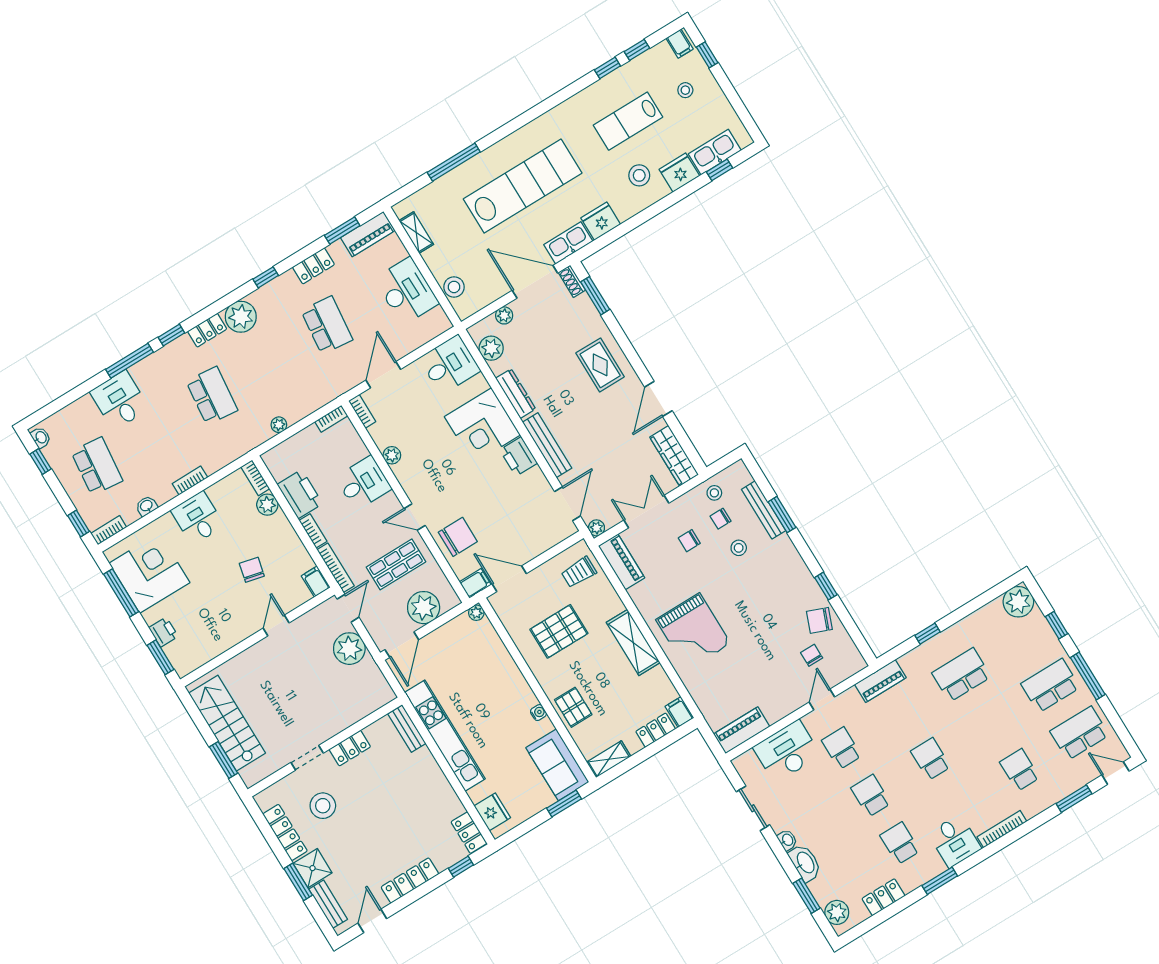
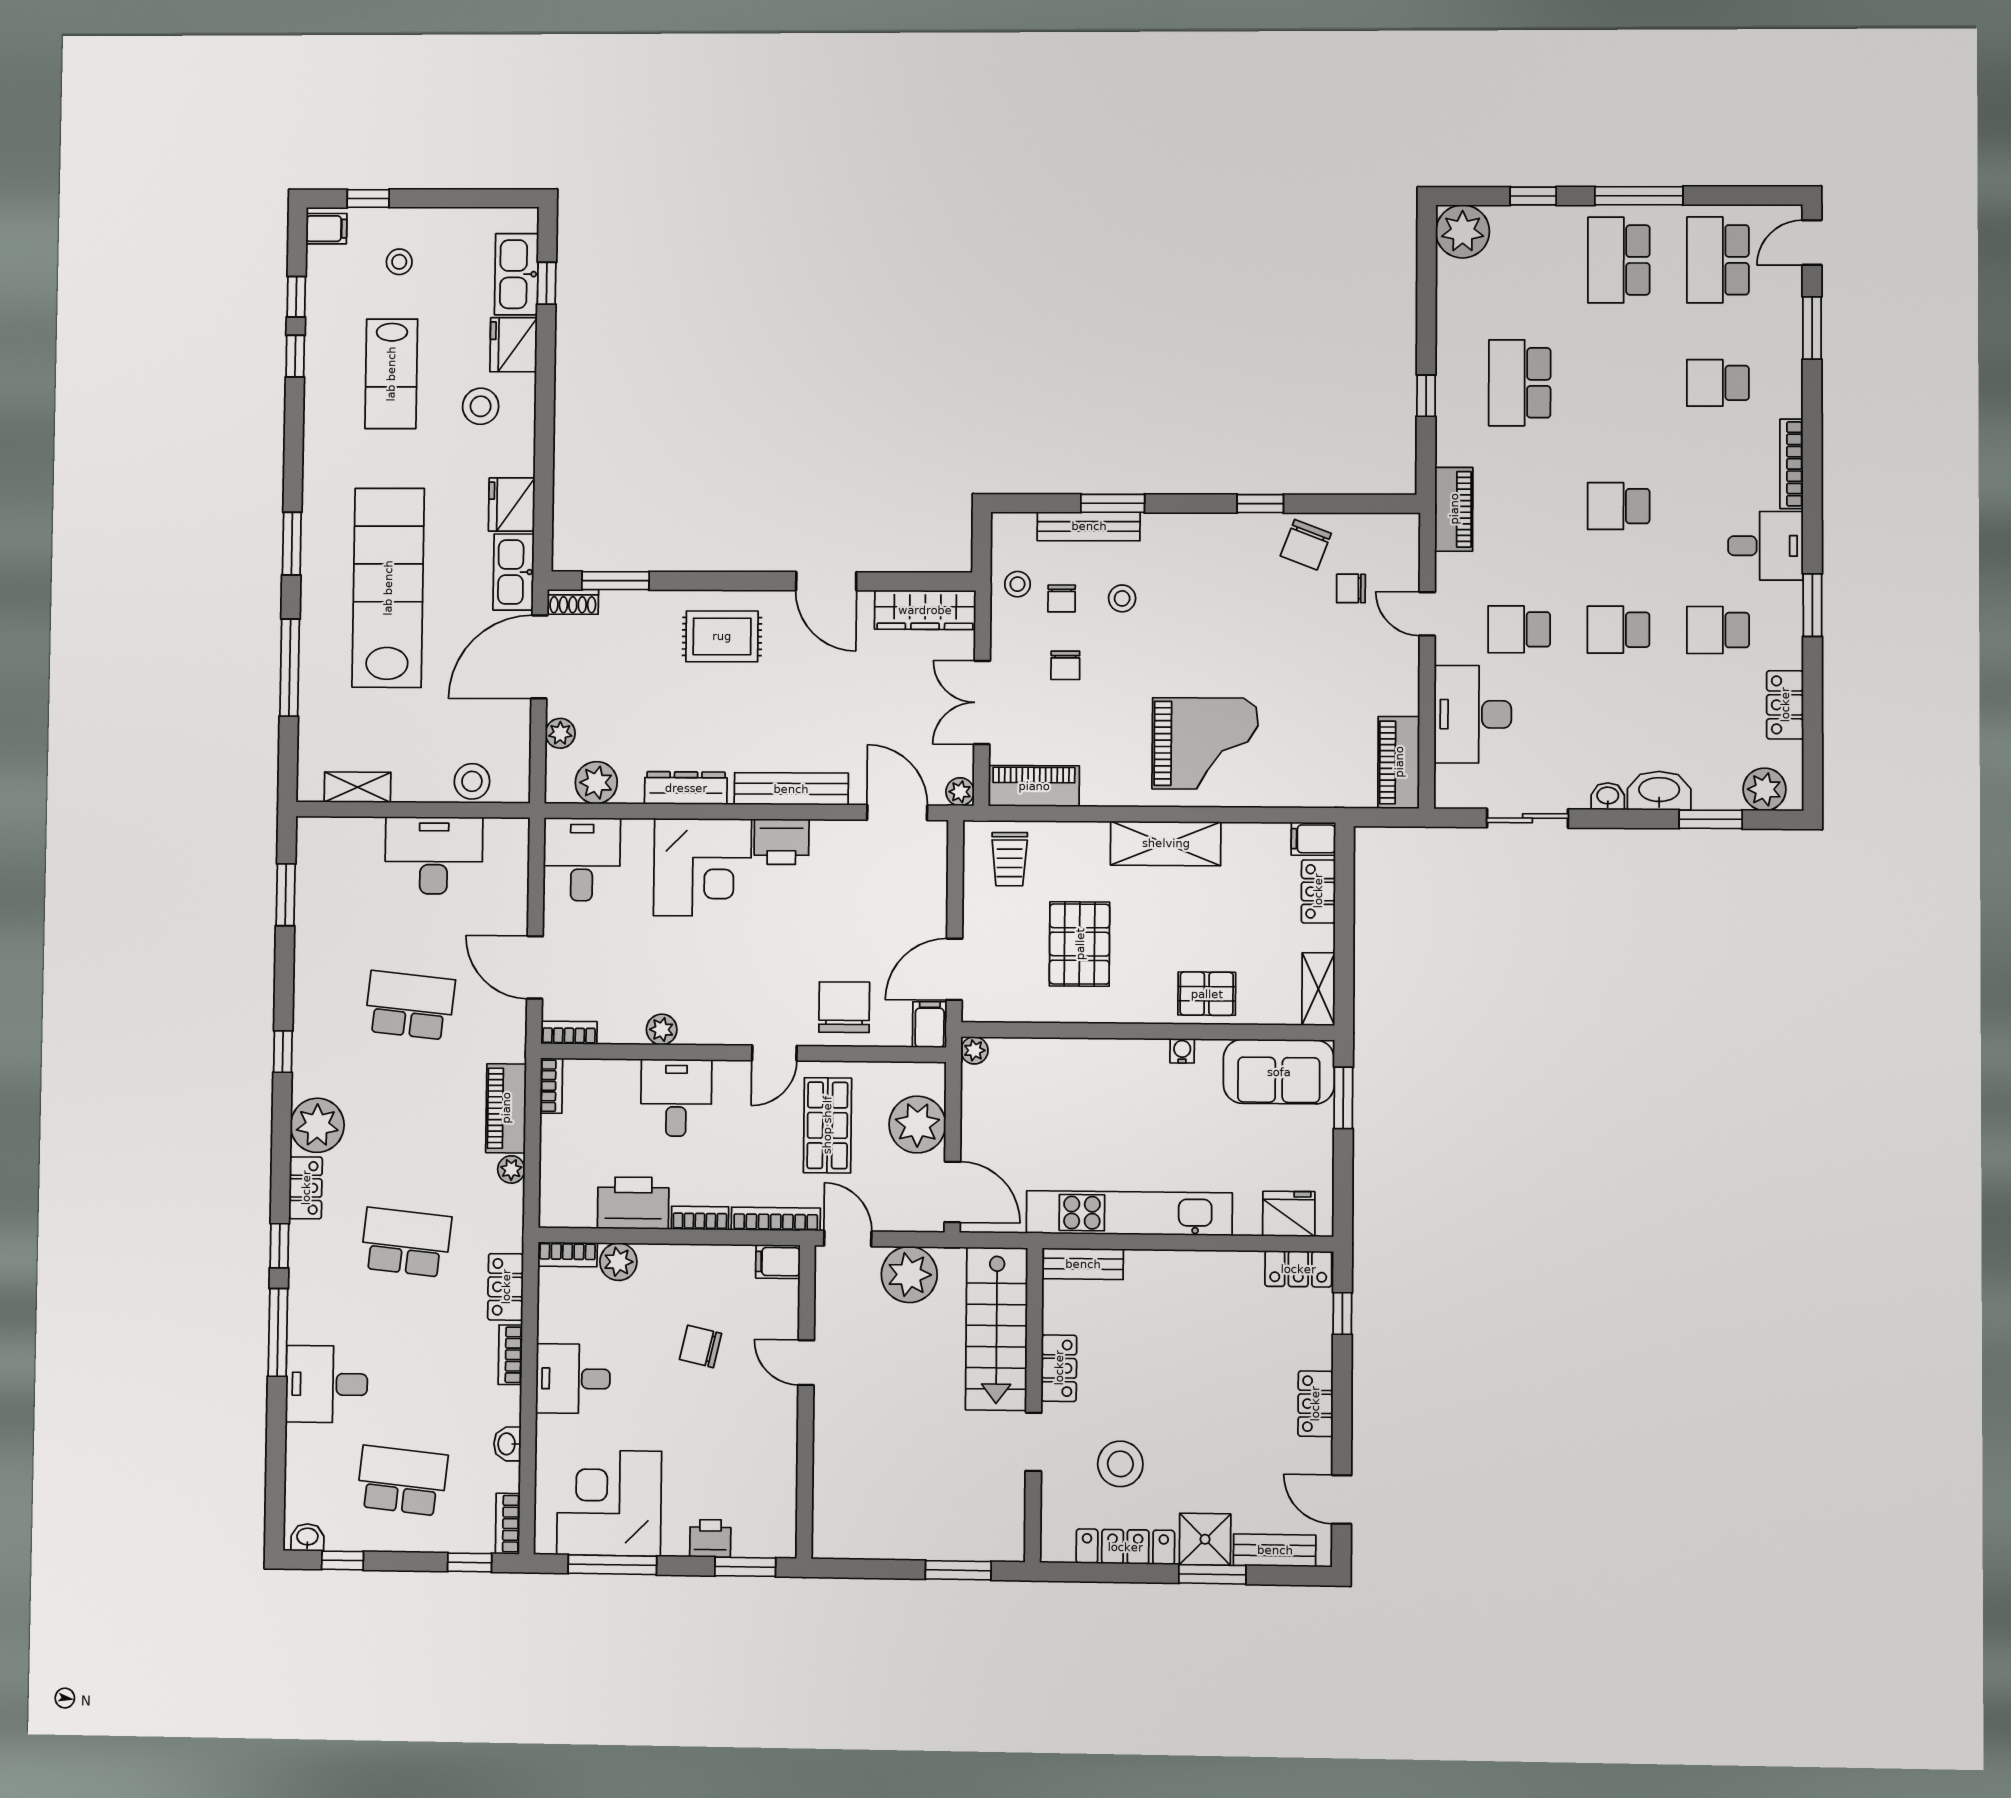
window: (515, 125) -> (292, 544), added
piano: (368, 234) -> (506, 1108), moved, turned 180
locker: (313, 266) -> (506, 1287), moved, turned 180
stairs: (227, 723) -> (997, 1329), moved, turned -90
locker: (410, 880) -> (1315, 1404), width x0.66

